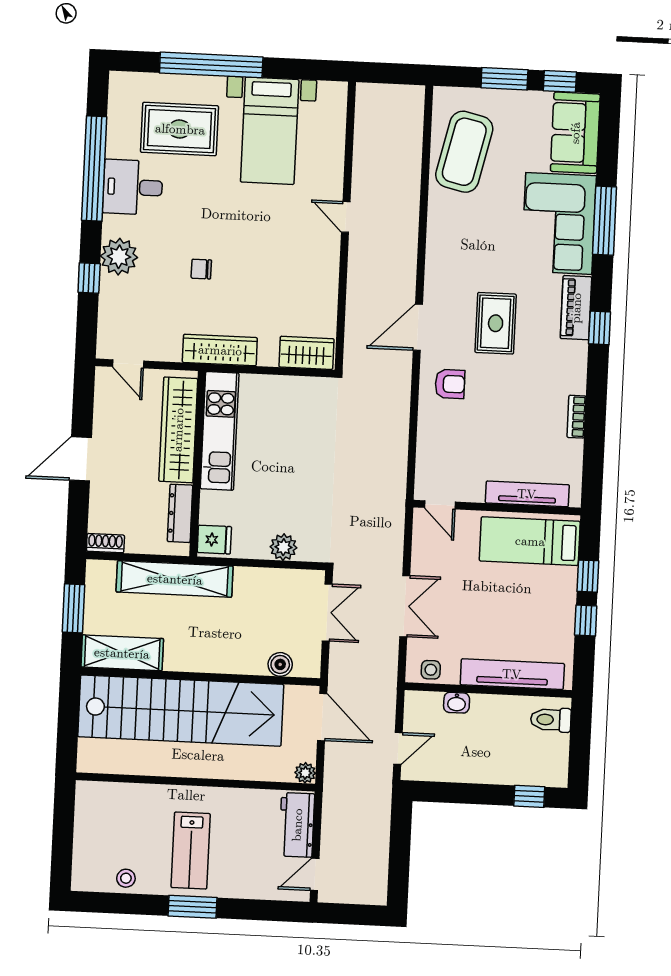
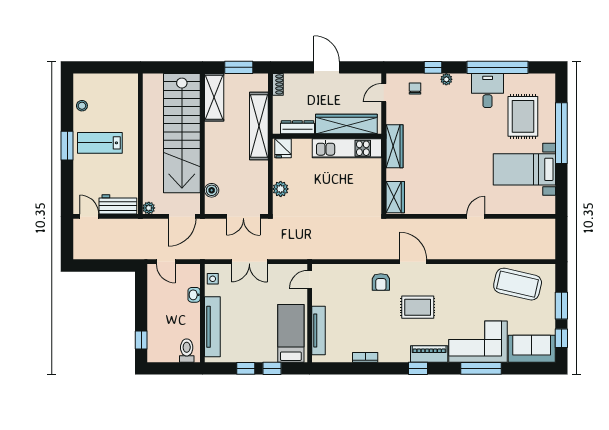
plant: (119, 257) -> (446, 79), width x0.53, depth x0.53
chair: (201, 269) -> (415, 88), moved

